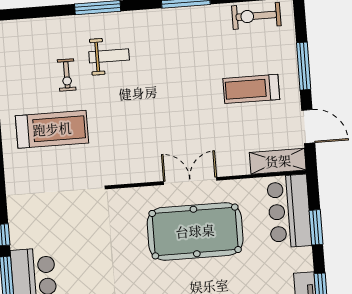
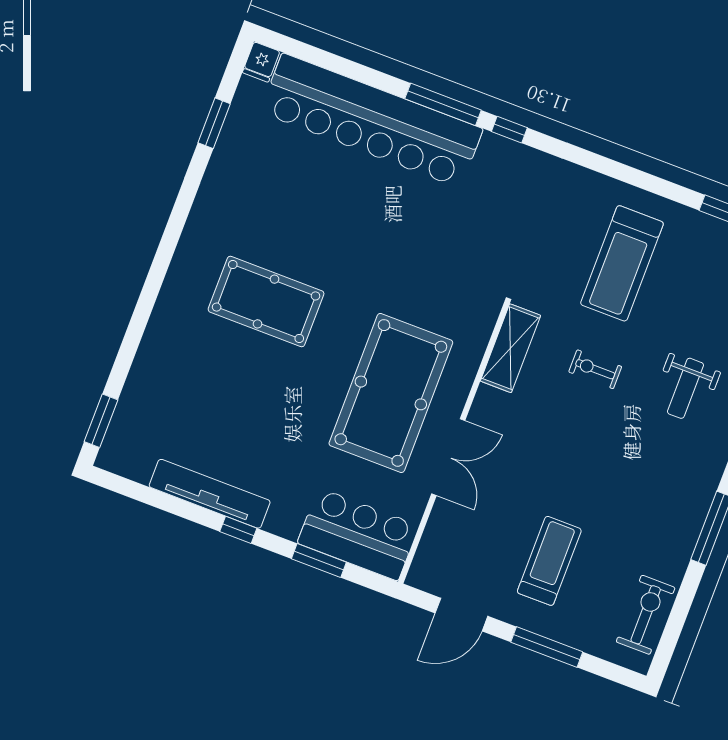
exercise bike: (67, 75) -> (595, 369), moved
shelving: (278, 161) -> (510, 348), moved
double door: (190, 181) -> (448, 457), moved

